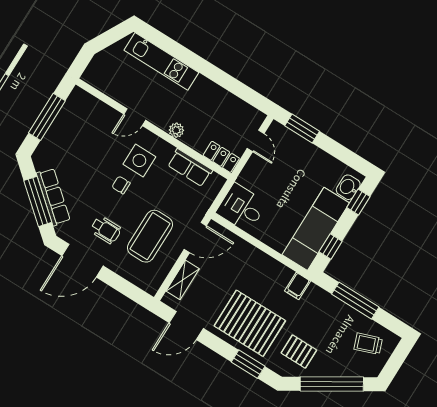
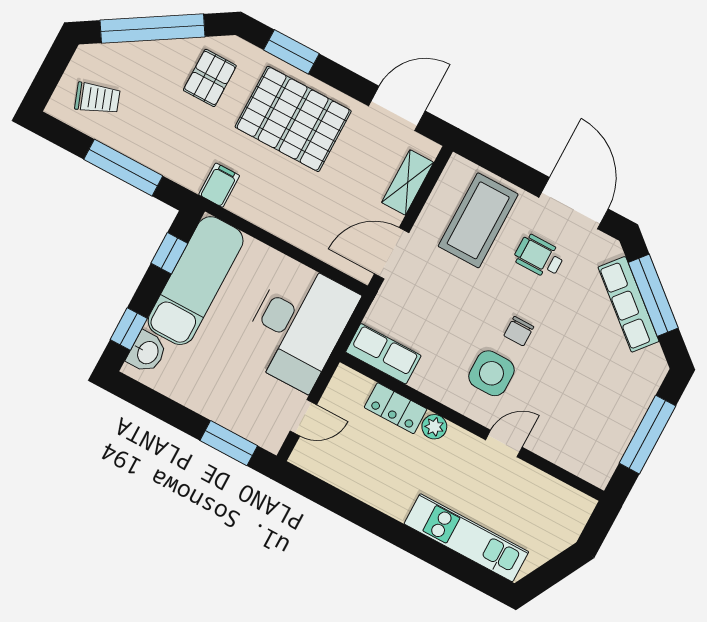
door: (256, 141) -> (303, 418), swing flipped
locker: (221, 157) -> (396, 408), moved
row of seats: (190, 168) -> (383, 354), moved
chair: (121, 185) -> (519, 331), turned 90
desk: (242, 208) -> (298, 326), width x1.87, depth x1.30
coffee table: (150, 236) -> (478, 220), moved
door: (83, 261) -> (574, 203), hinge flipped
pallet: (299, 352) -> (210, 78), turned 90

